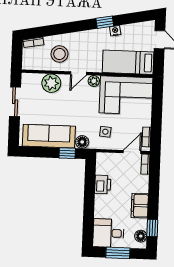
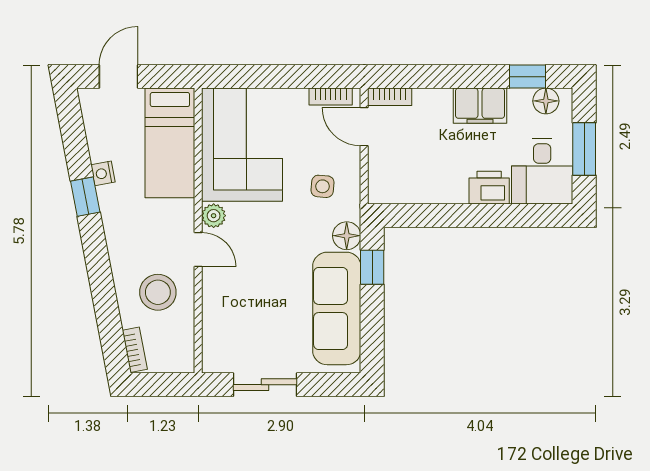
plant: (51, 83) -> (222, 308), removed
printer: (103, 184) -> (489, 188), moved

